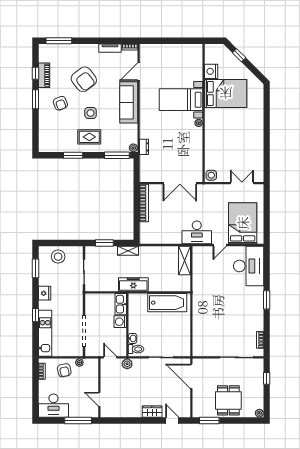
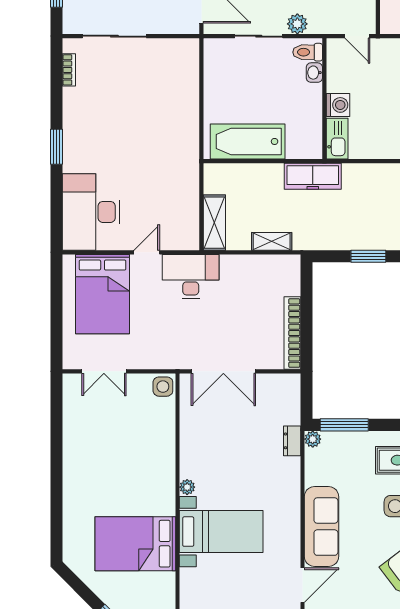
nightstand: (211, 71) -> (163, 586), removed
double door: (180, 183) -> (223, 371), swing flipped
shelving: (128, 251) -> (272, 241), moved
plant: (127, 364) -> (297, 24), moved

